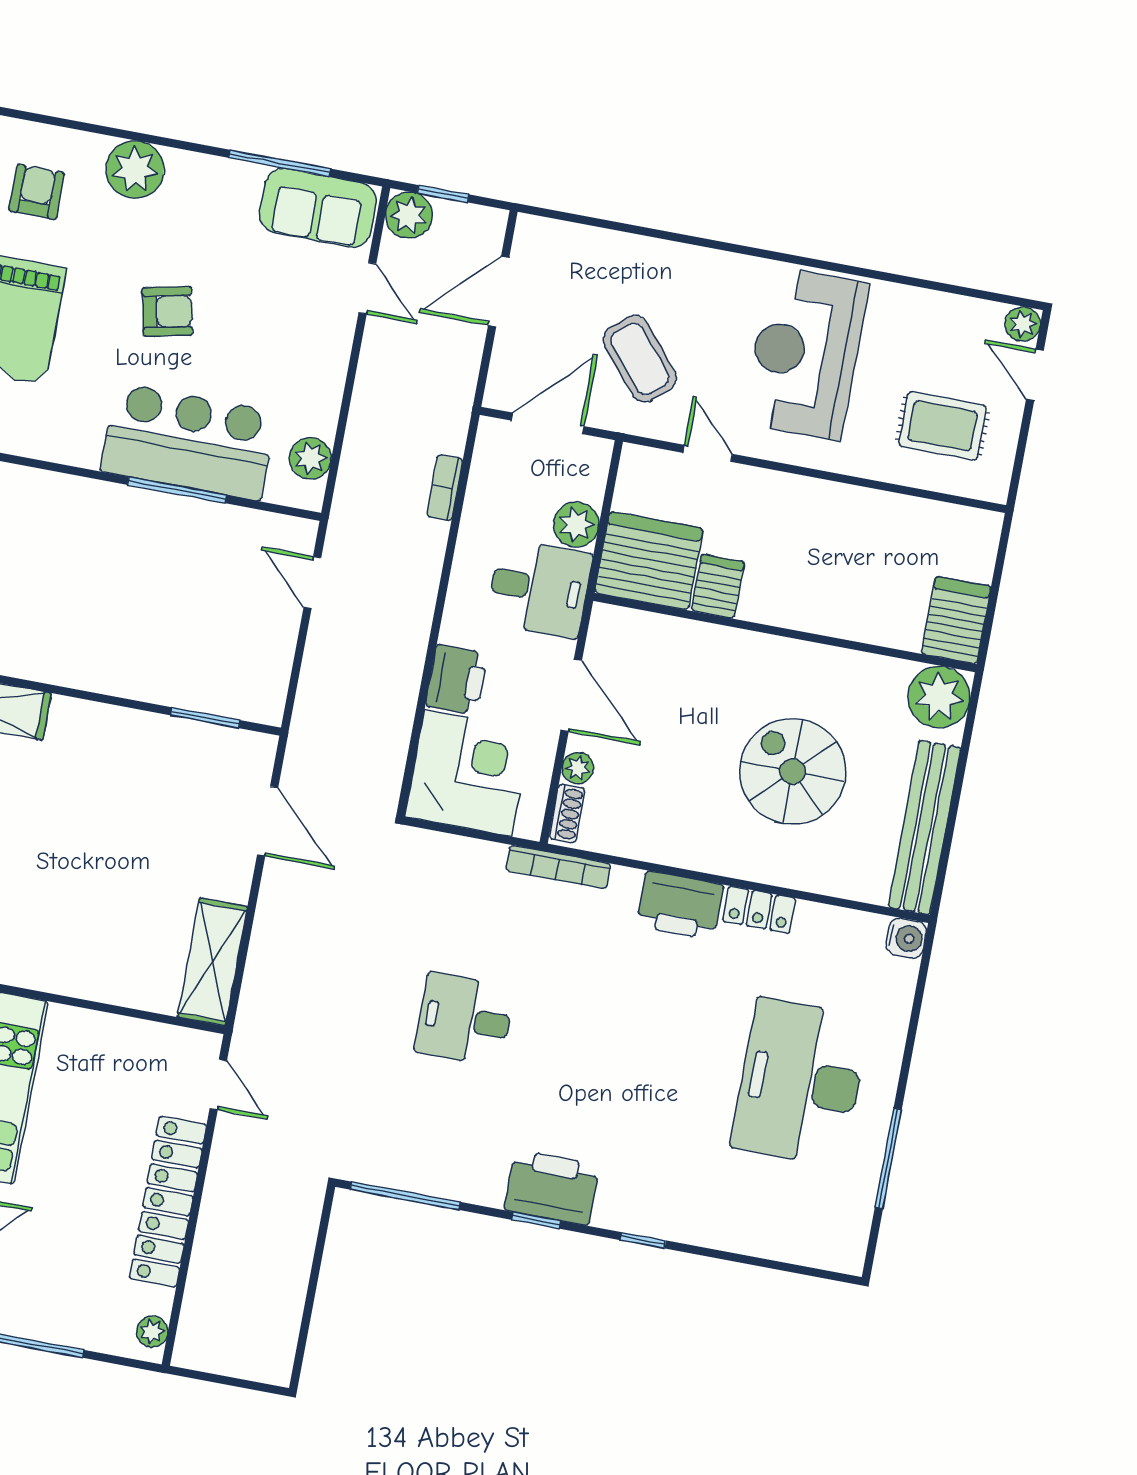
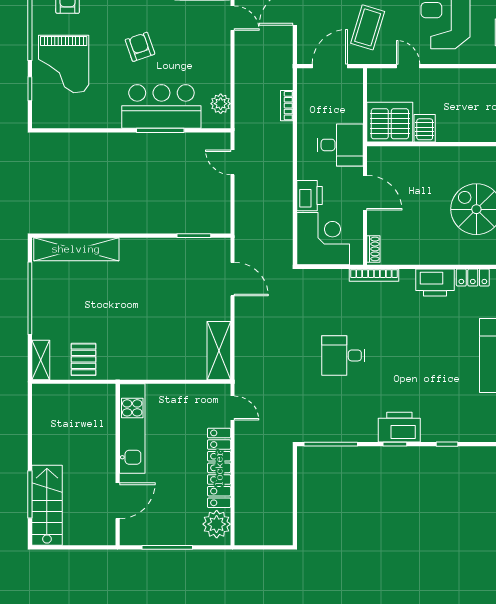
armchair: (167, 311) -> (140, 47), turned -97
coffee table: (640, 359) -> (368, 27), turned 57
plant: (576, 525) -> (352, 111), removed
plant: (578, 768) -> (374, 226), removed
plant: (152, 1332) -> (217, 524), width x1.88, depth x1.88

